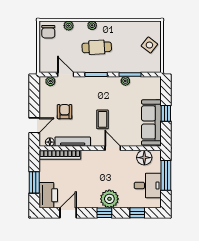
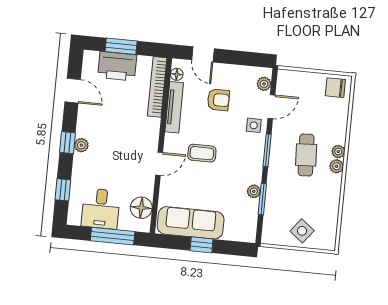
plant: (69, 26) -> (336, 166), moved
side table: (80, 85) -> (254, 125), added
printer: (48, 195) -> (117, 66), moved
plant: (109, 199) -> (81, 145), width x0.53, depth x0.53

